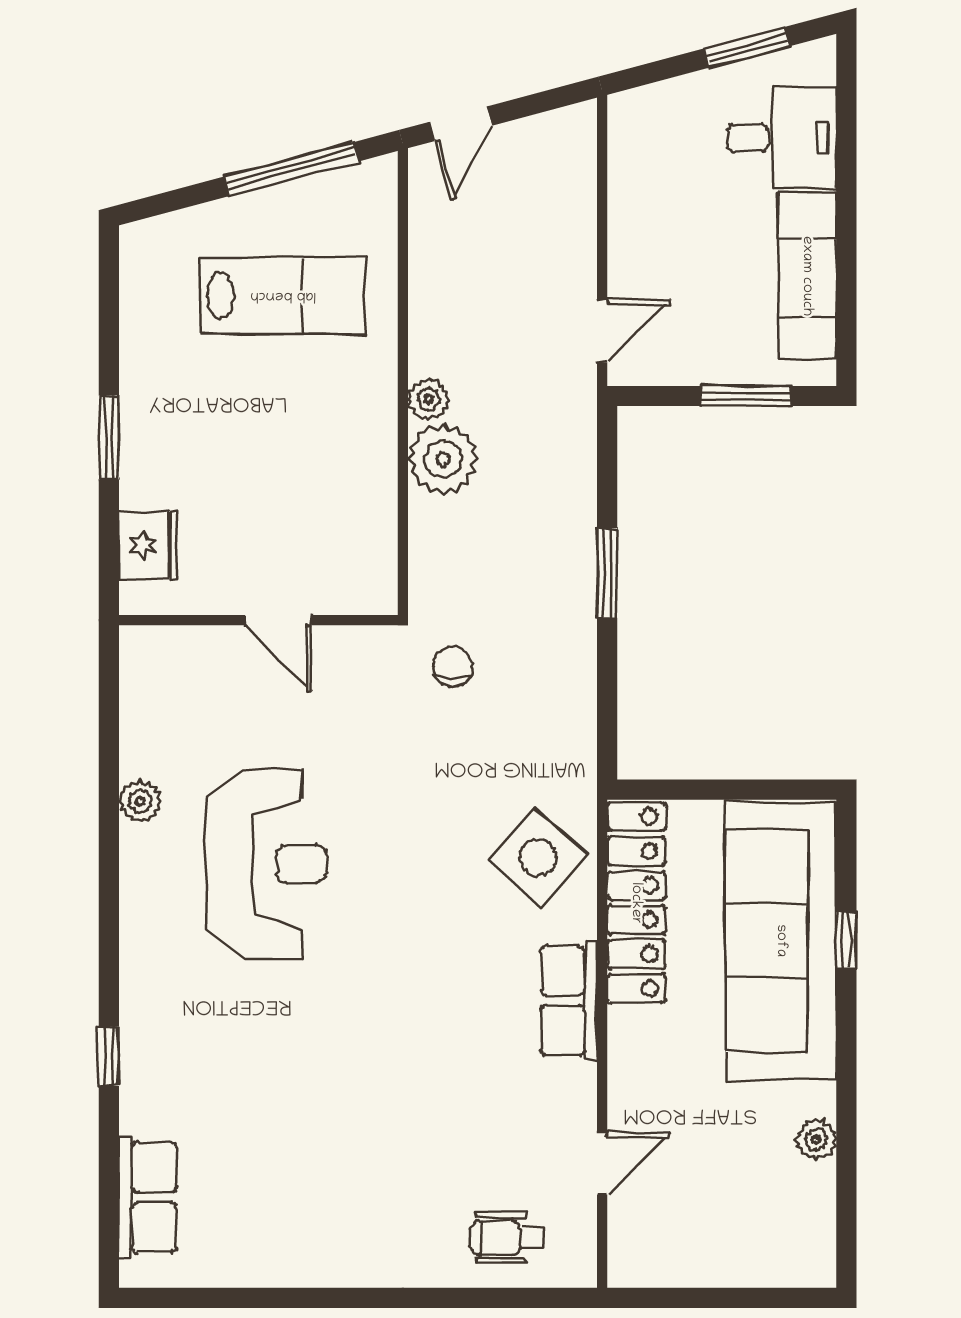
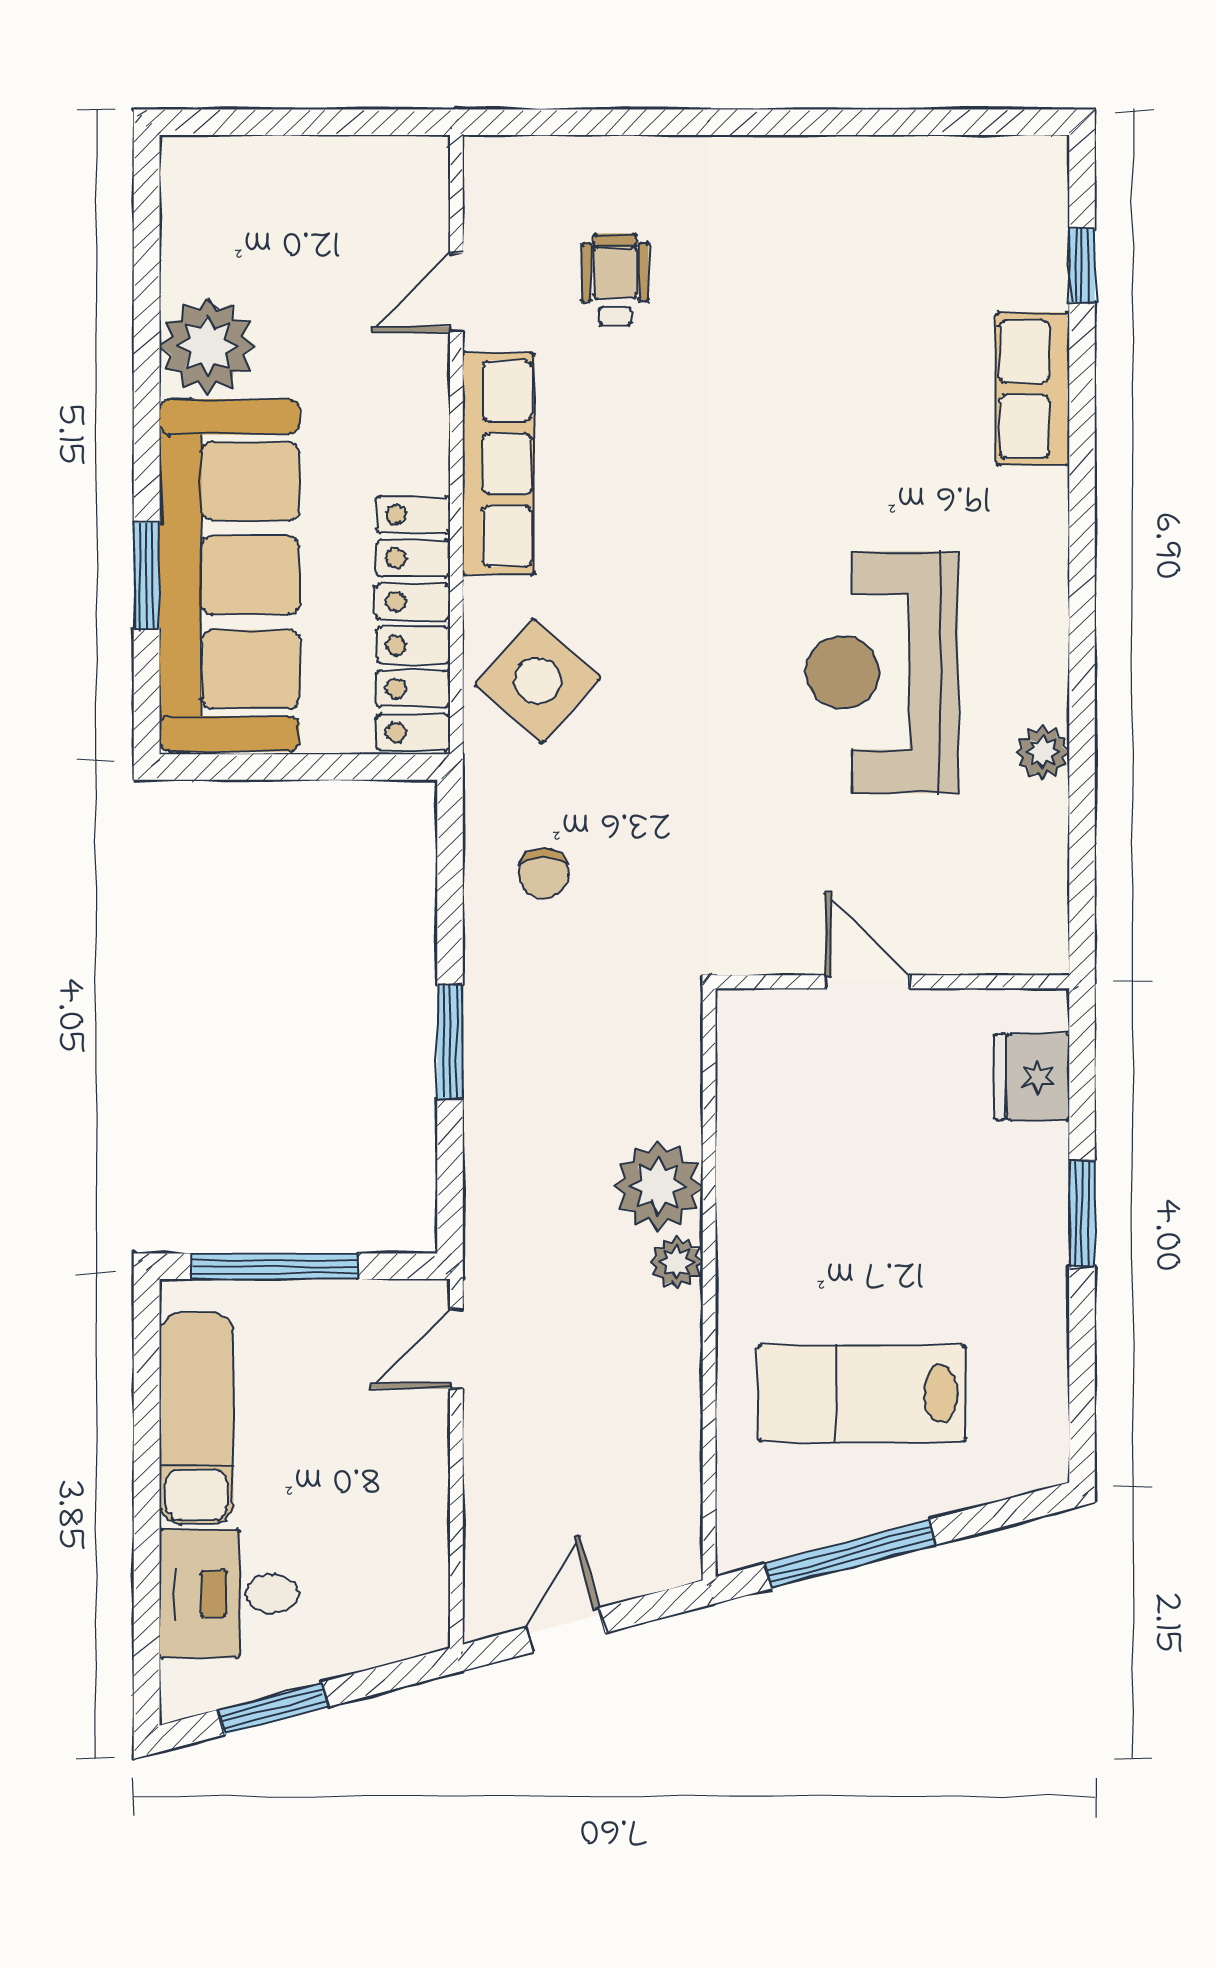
door: (461, 124) -> (566, 1630), moved
window: (746, 396) -> (275, 1266), width x1.44
chair: (453, 666) -> (544, 873), moved
window: (846, 940) -> (147, 576), width x1.50
row of seats: (569, 1000) -> (499, 464), width x1.48
window: (109, 1056) -> (1082, 265), moved
plant: (816, 1139) -> (207, 346), width x1.88, depth x1.88
row of seats: (148, 1197) -> (1033, 389), moved
wheelchair: (507, 1238) -> (615, 280), moved, turned -90

